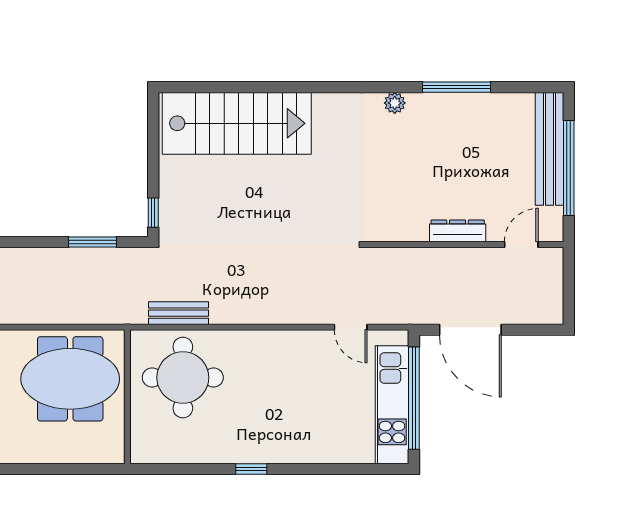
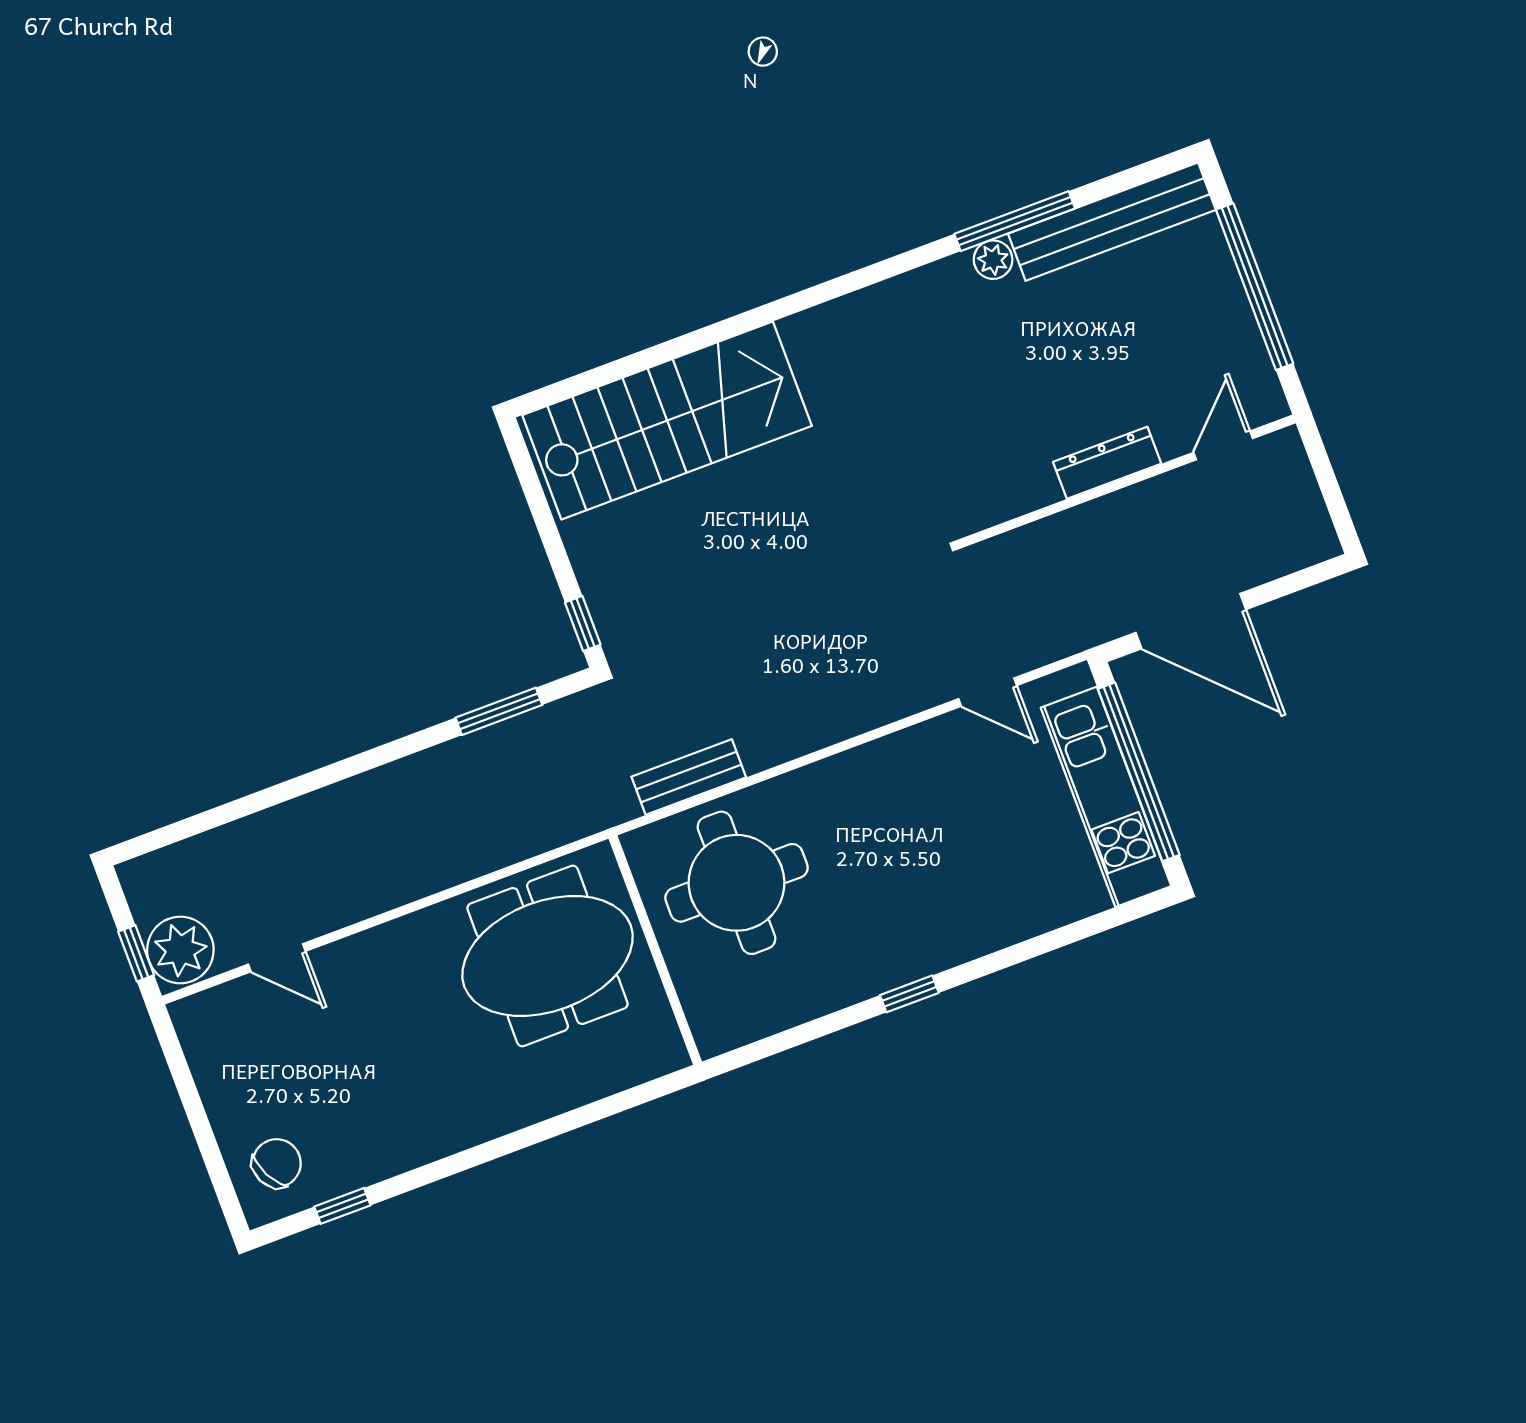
plant: (395, 103) -> (993, 260), moved
bench: (549, 149) -> (1112, 222), moved, turned 90

